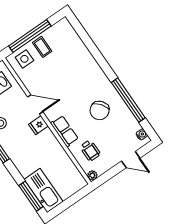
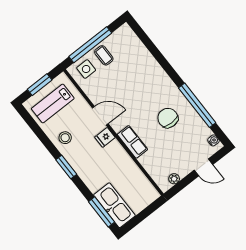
chair: (100, 110) -> (168, 118), turned 128
wheelchair: (90, 150) -> (161, 160), removed
plant: (92, 175) -> (174, 179), moved

